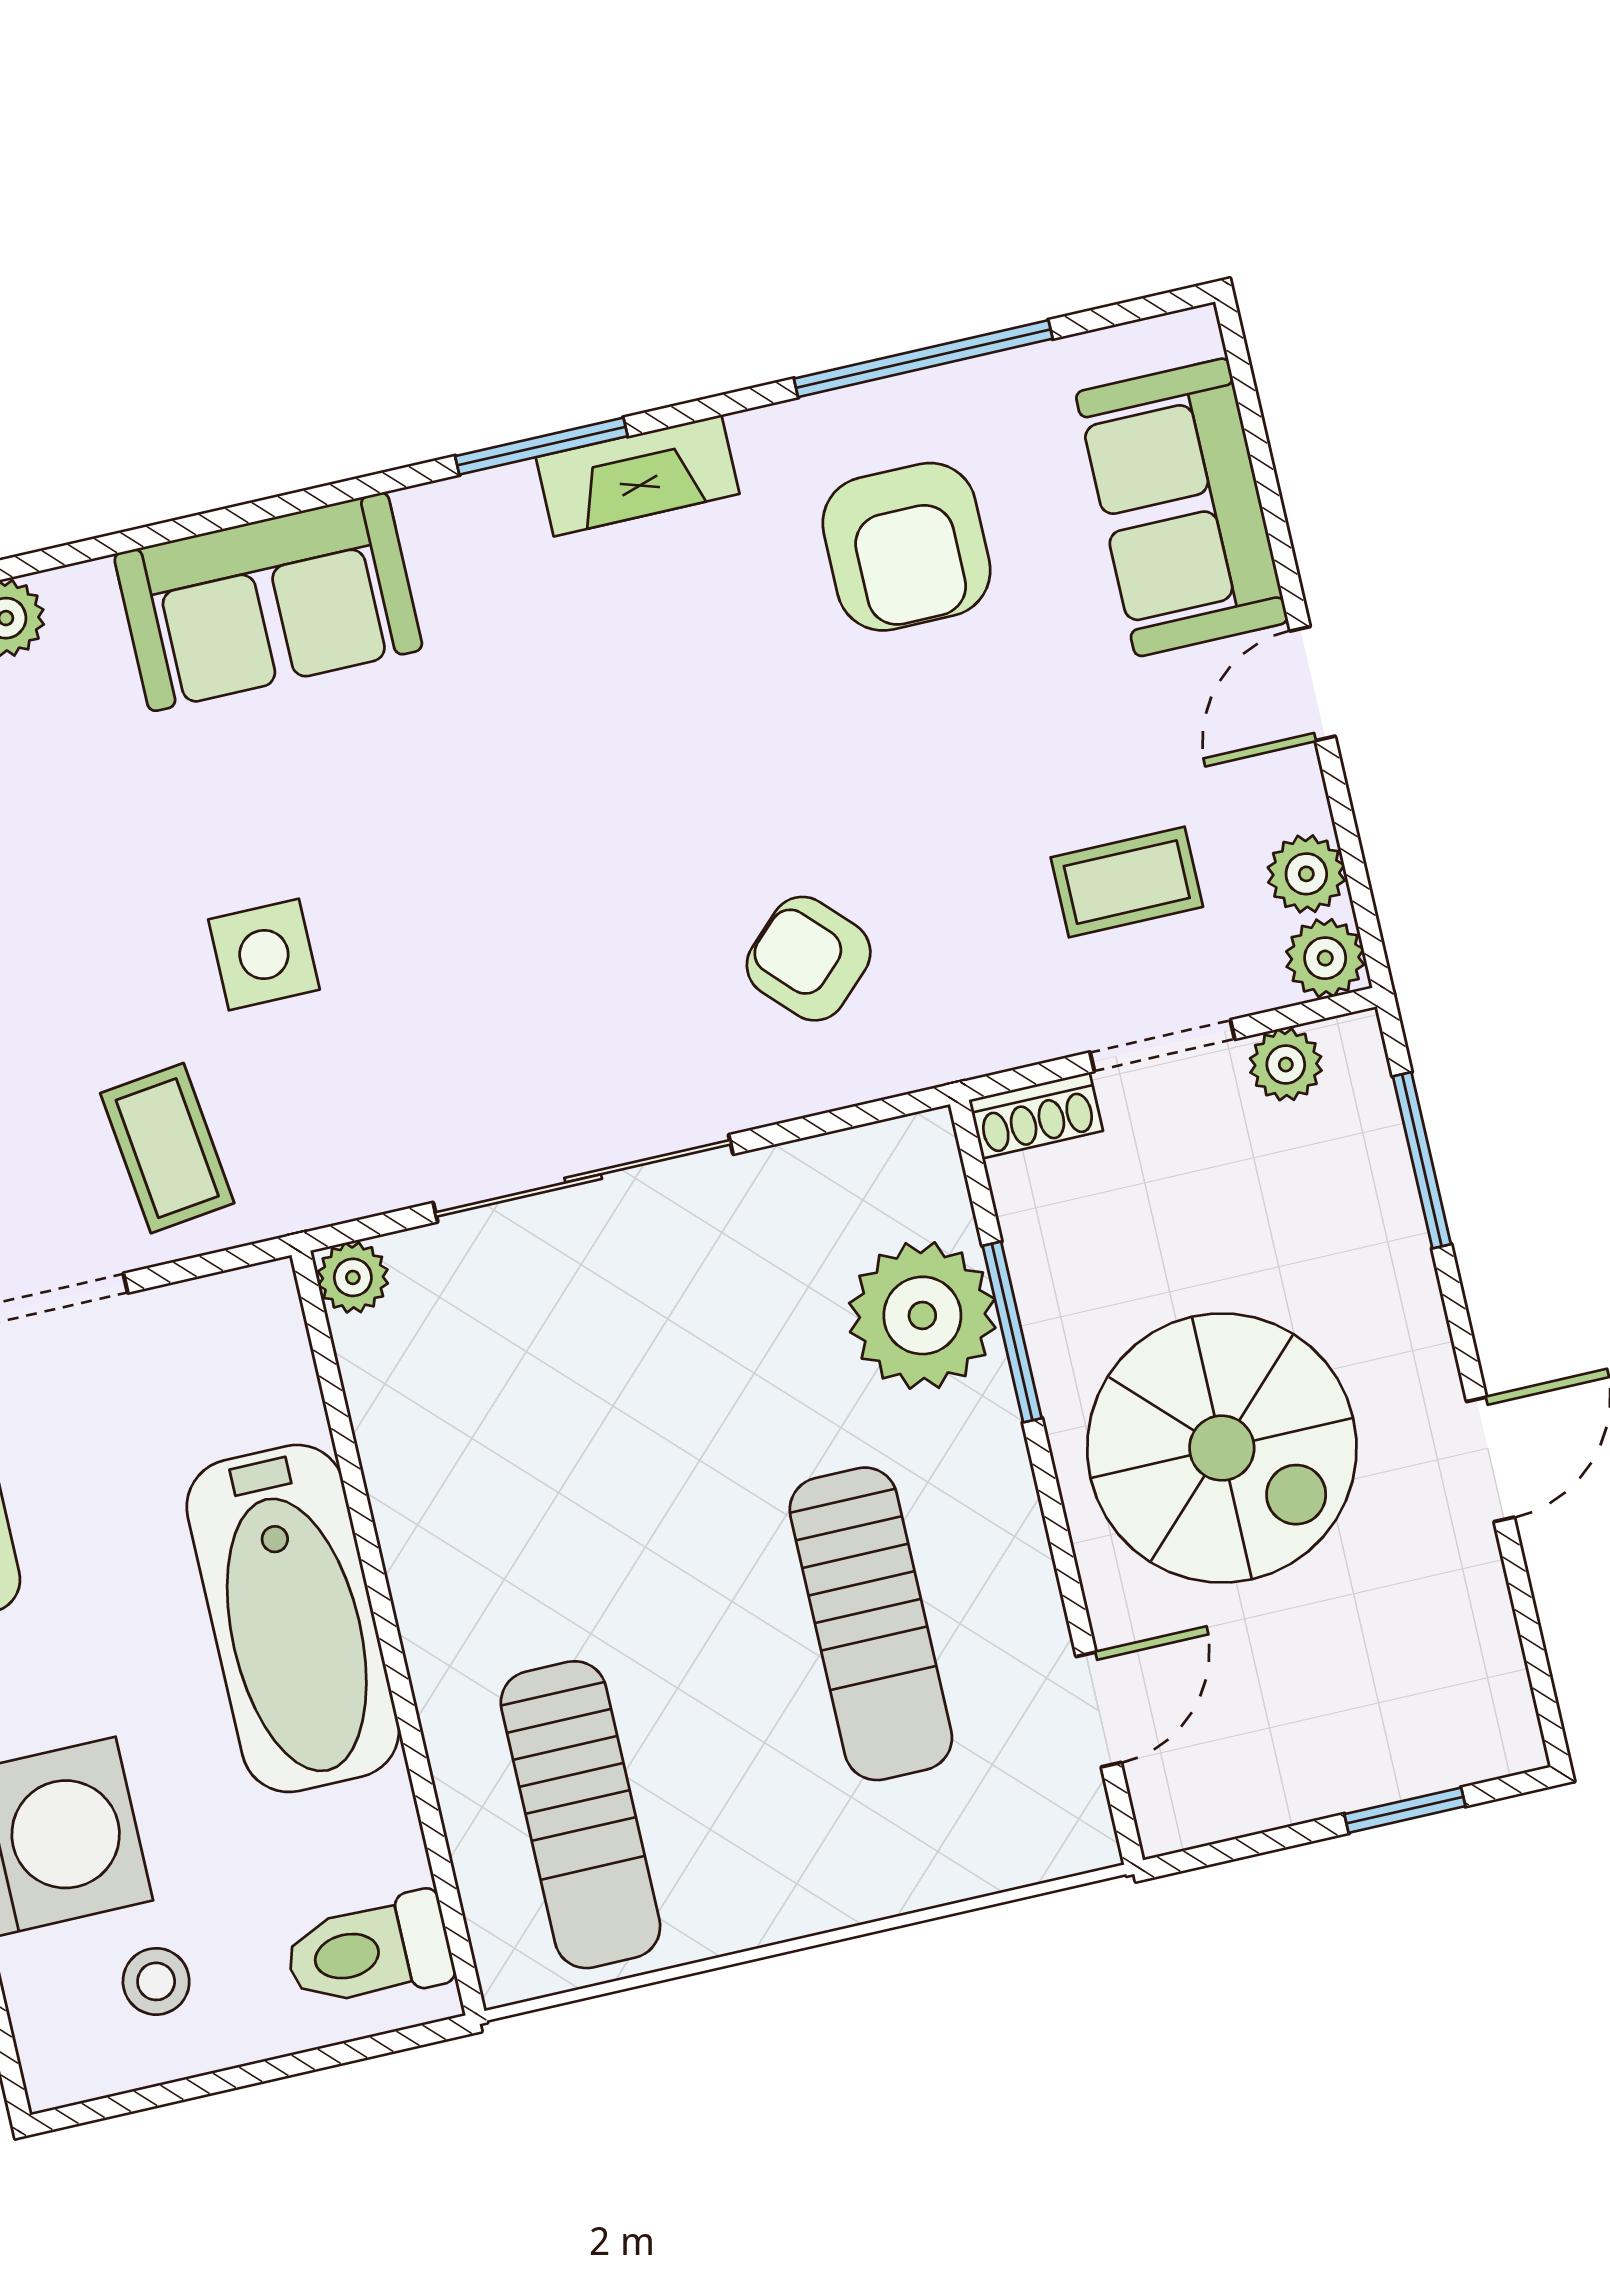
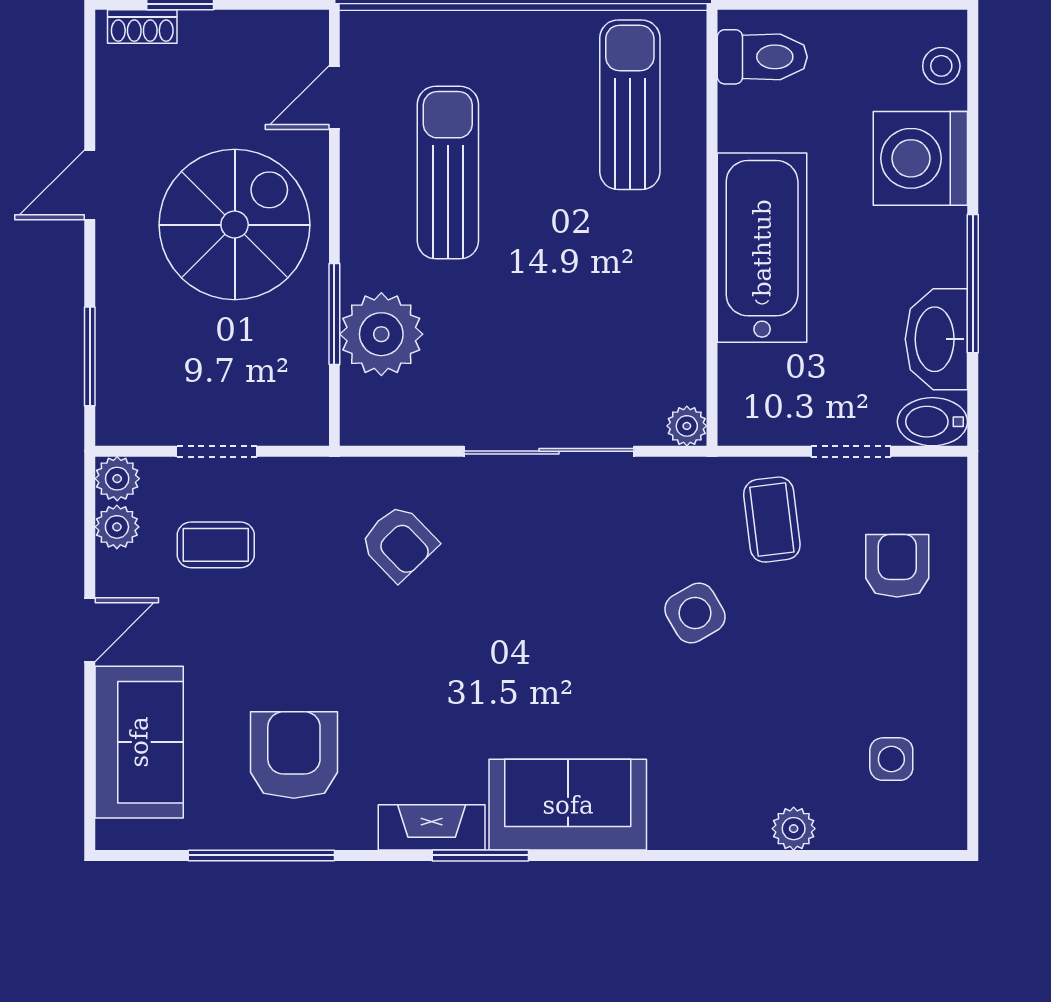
sofa: (268, 602) -> (568, 805), moved
side table: (264, 955) -> (695, 613), turned -30
plant: (1286, 1064) -> (152, 426), removed
shoe rack: (1036, 1115) -> (142, 27), moved, turned 180
spiral stairs: (1222, 1448) -> (235, 225), turned 90
stool: (156, 1981) -> (941, 66), moved

